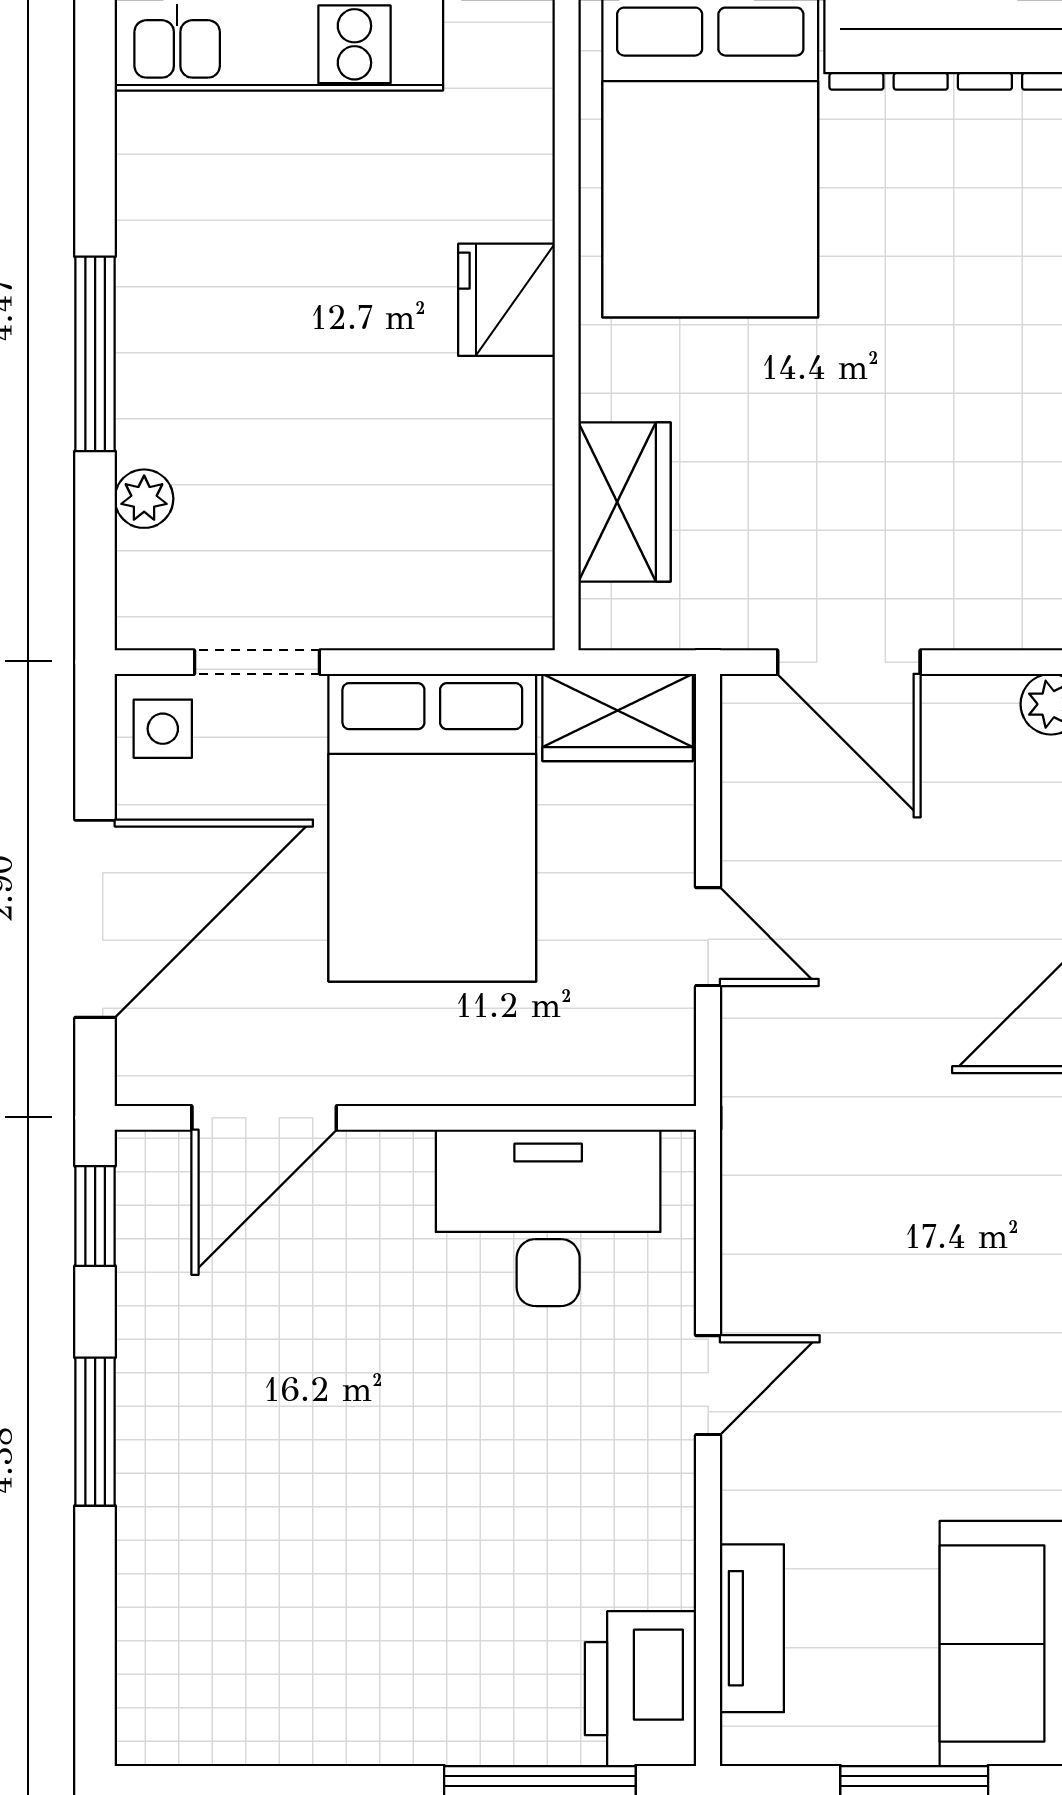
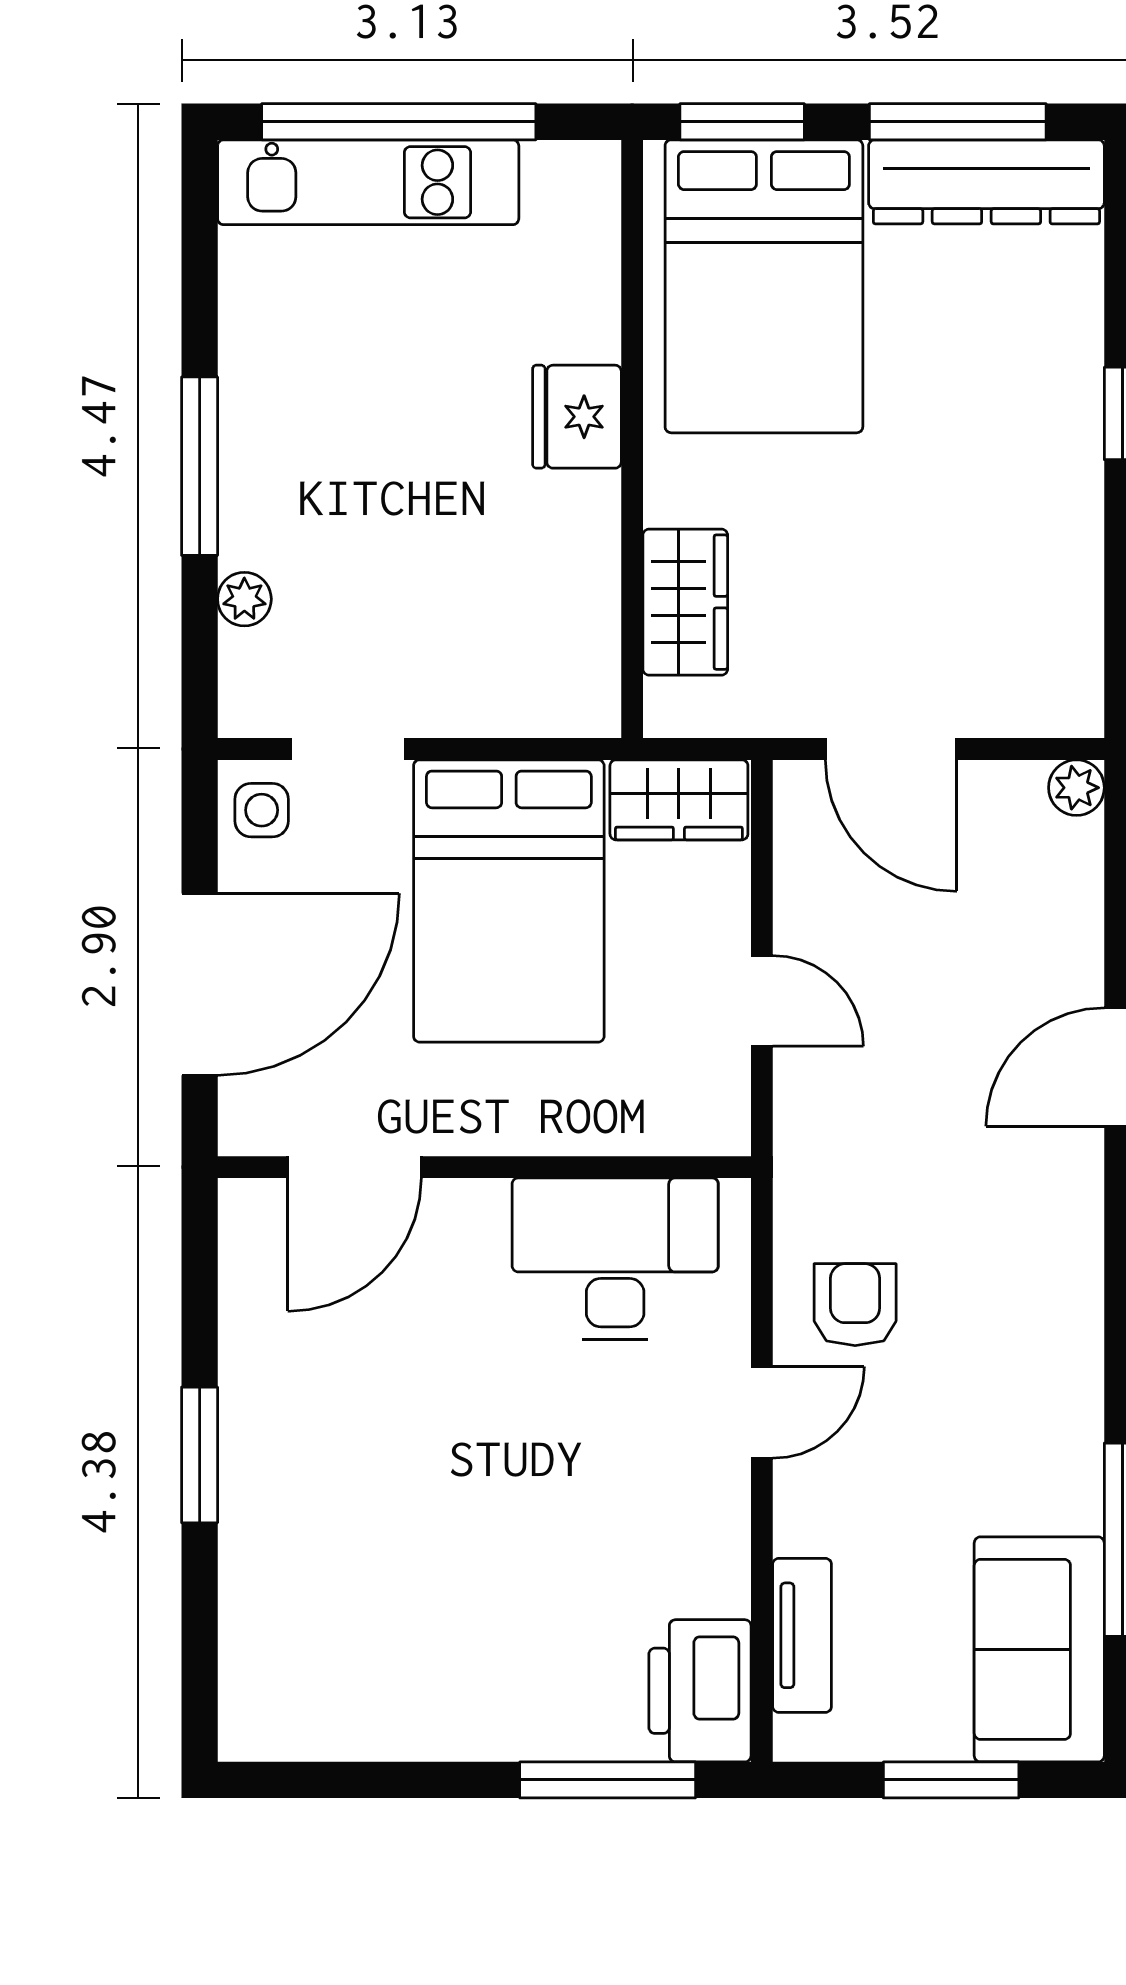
window: (95, 1216) -> (200, 1257), removed
armchair: (810, 1268) -> (855, 1305), added

